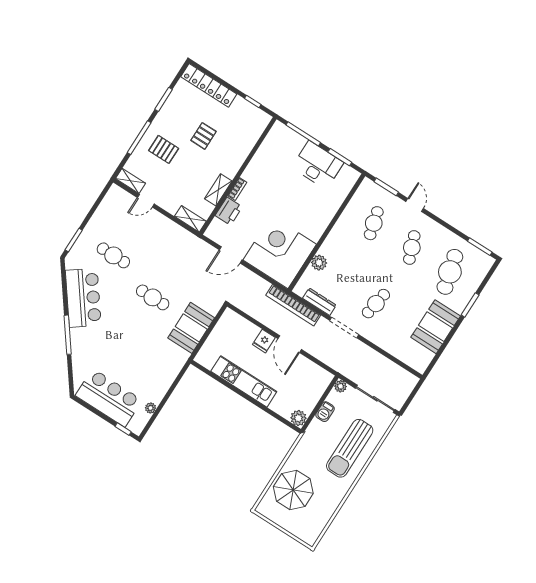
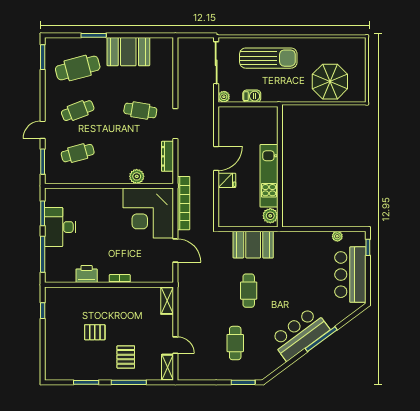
locker: (209, 85) -> (52, 354), removed
shelving: (218, 190) -> (130, 293), removed
printer: (229, 211) -> (87, 274), moved
bar counter: (83, 298) -> (300, 334), moved
bookcase: (293, 305) -> (184, 203), moved
plant: (298, 418) -> (270, 216), moved

